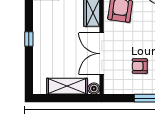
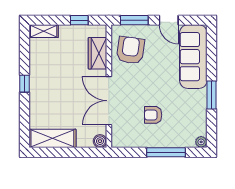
shelving: (67, 86) -> (52, 138), moved

